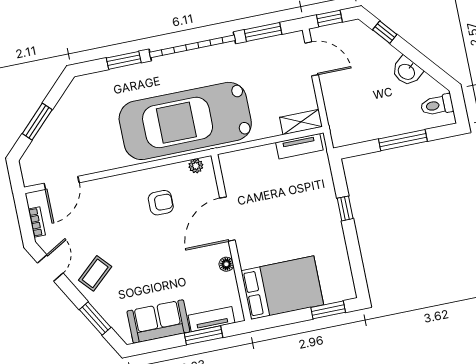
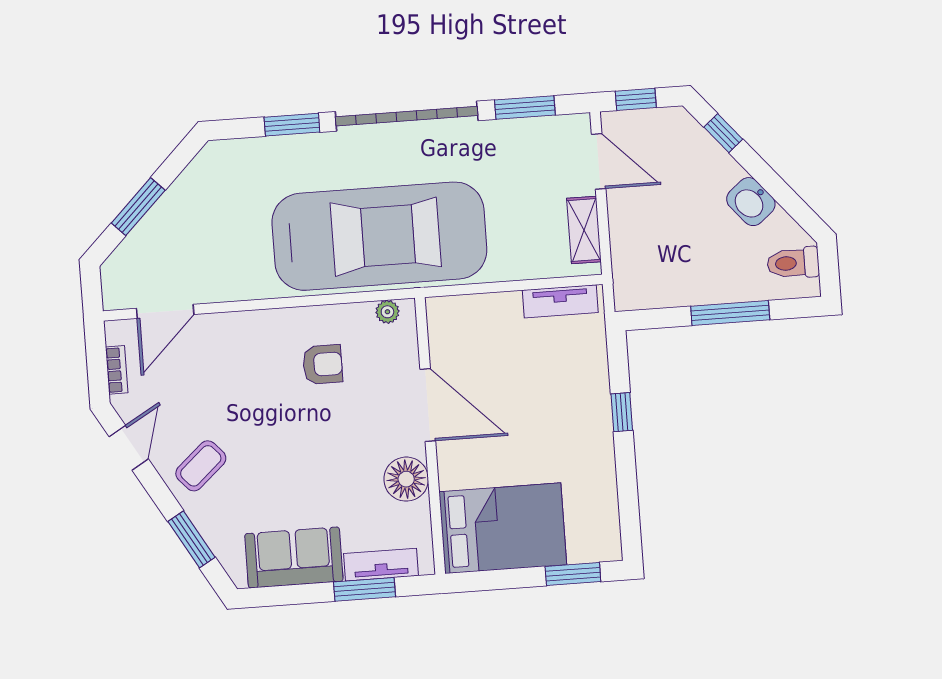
car: (185, 121) -> (379, 236), turned 180
shelving: (301, 122) -> (584, 230), moved, turned 90
door: (227, 219) -> (428, 405), swing flipped
floor lamp: (226, 264) -> (406, 479), width x1.89, depth x1.89

